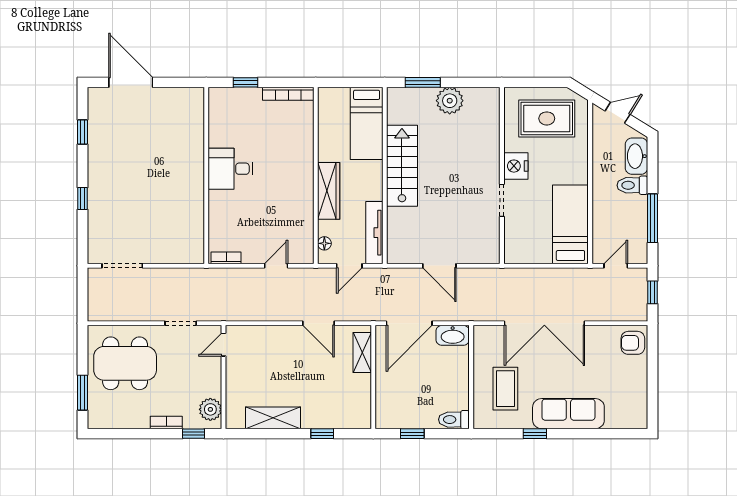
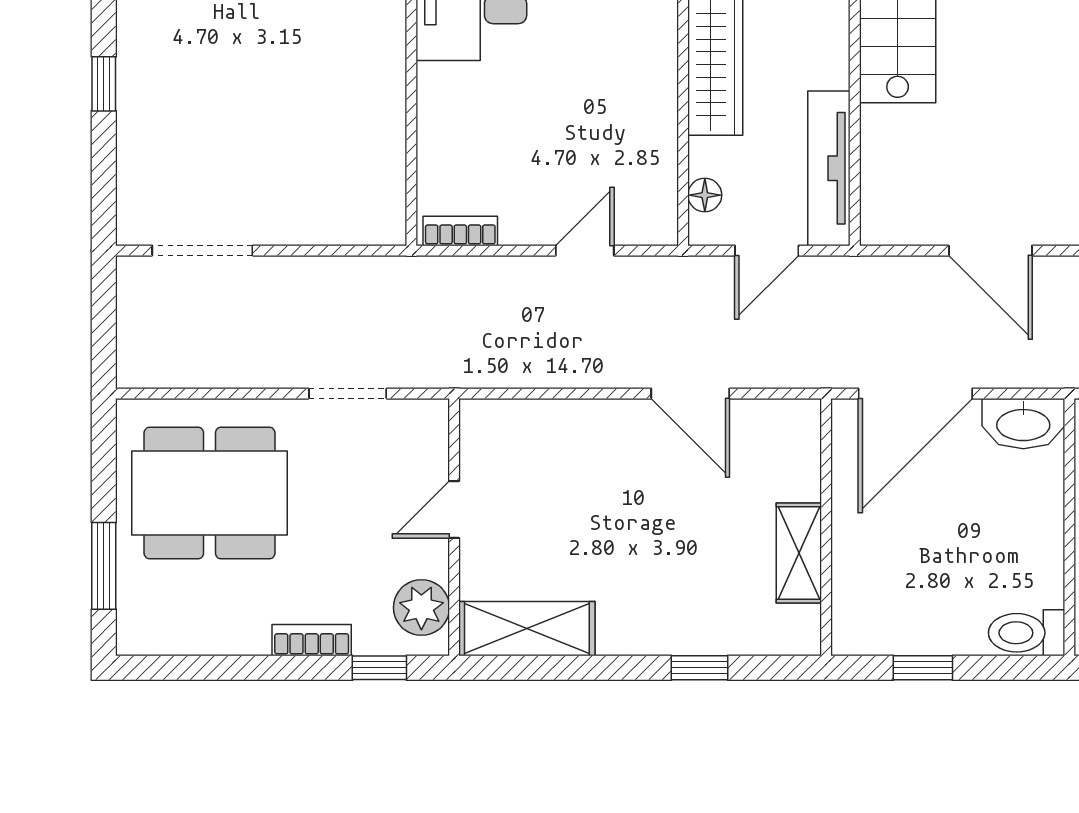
door: (224, 345) -> (454, 509), moved
shelving: (362, 352) -> (799, 553), moved
shelving: (273, 418) -> (527, 629), moved

